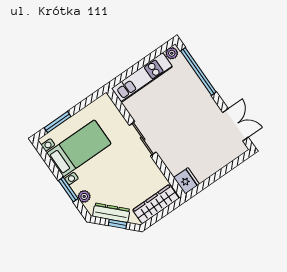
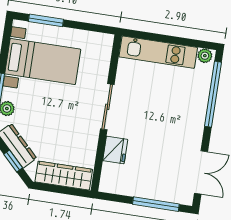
window: (227, 169) -> (156, 204), added
fridge: (186, 181) -> (115, 150), moved

